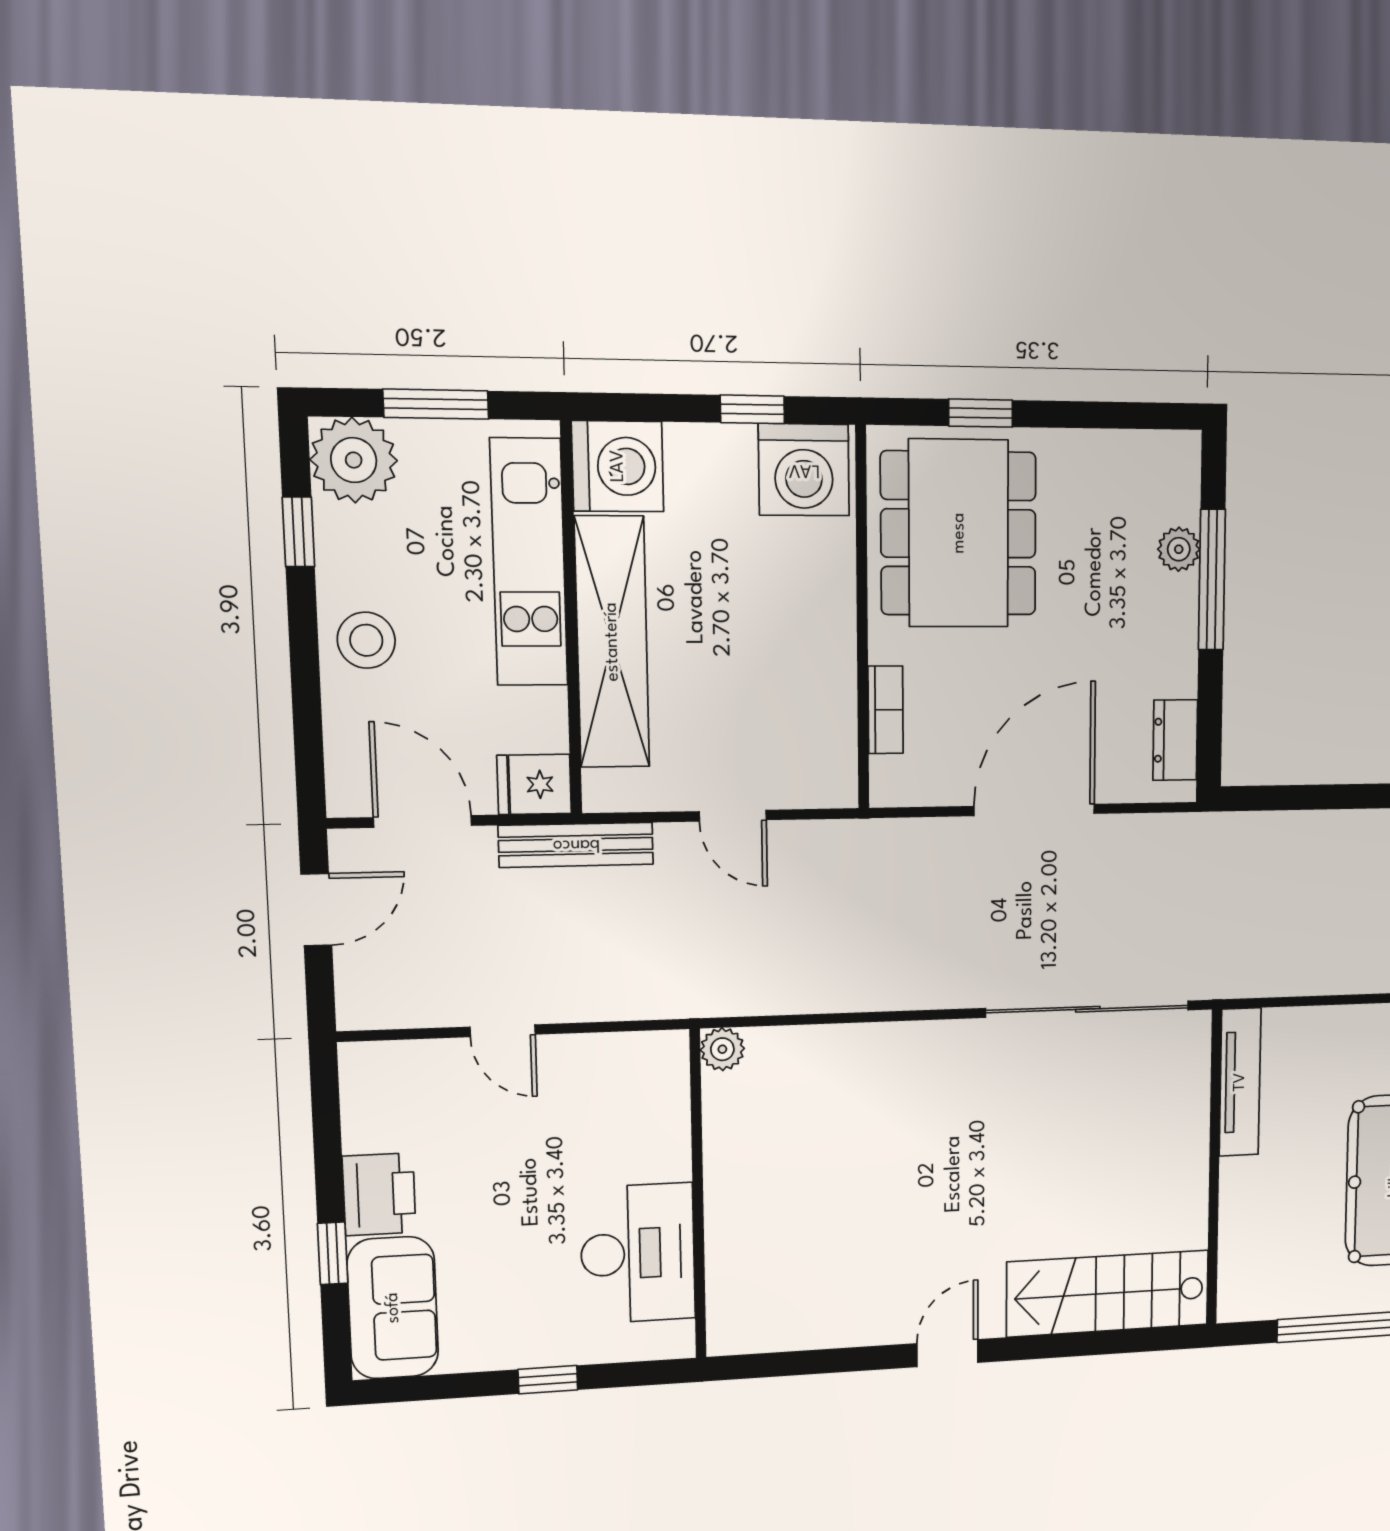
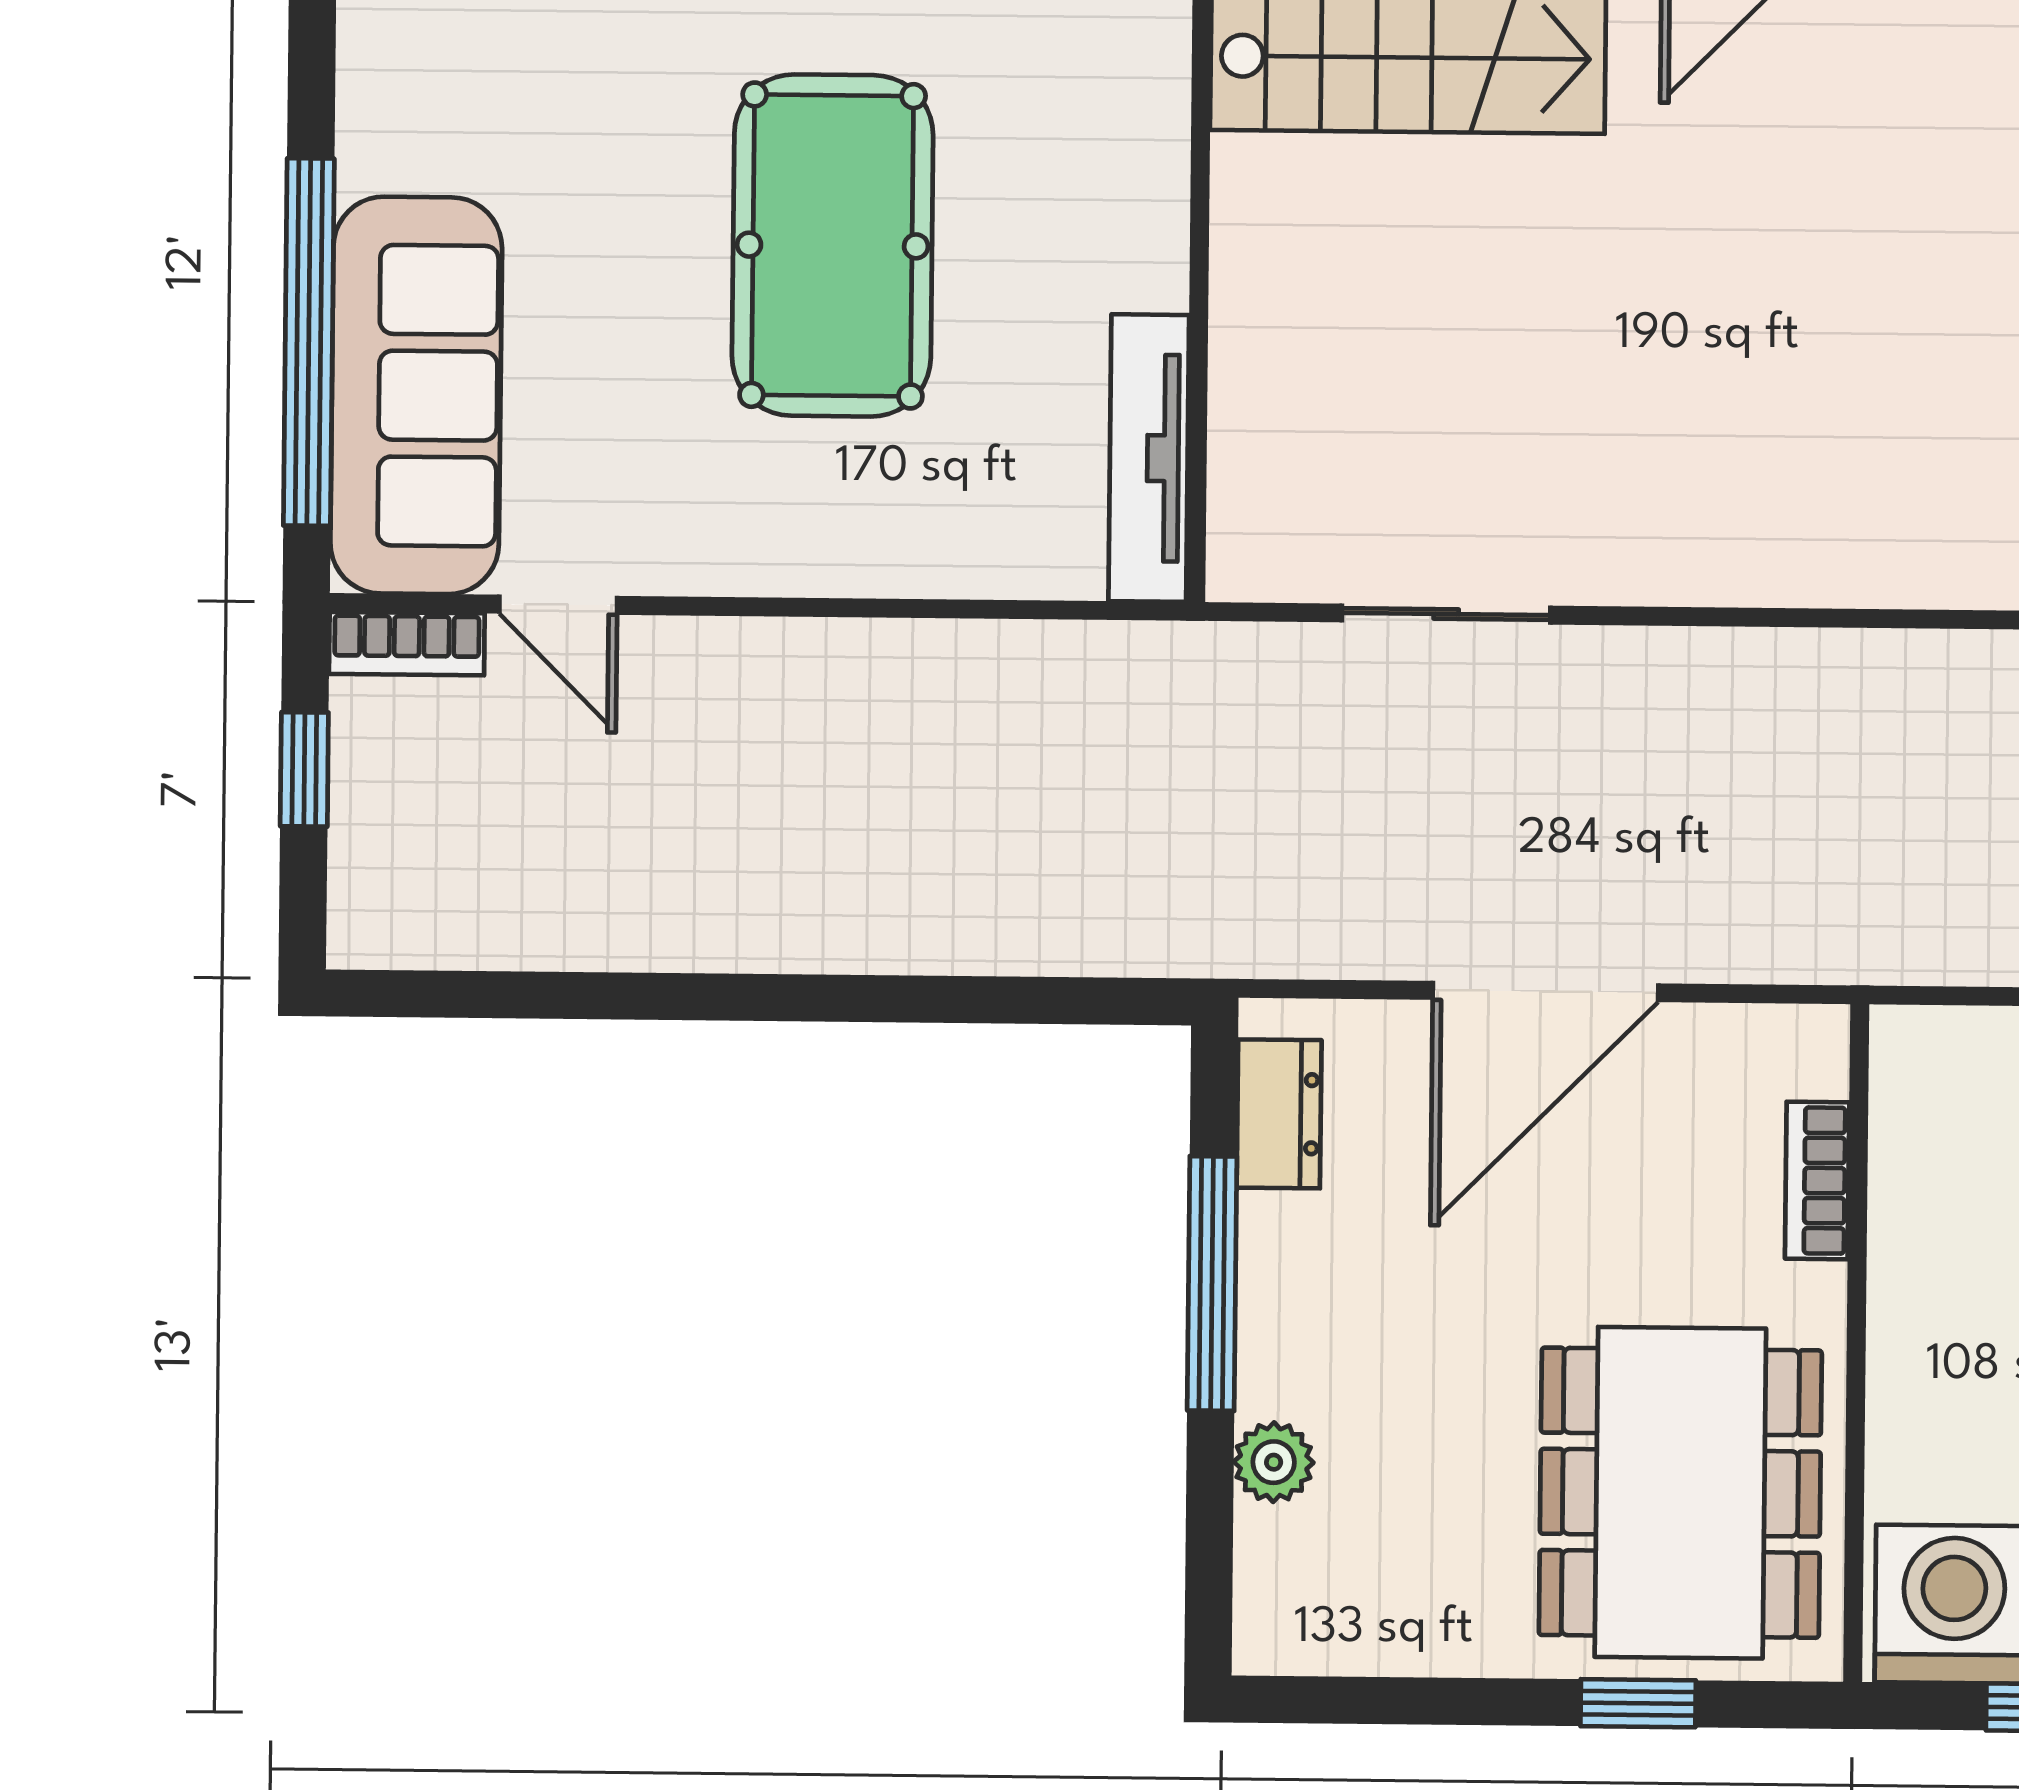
window: (1212, 580) -> (1212, 1284), moved
sliding door: (1088, 1009) -> (1446, 614), width x0.54

